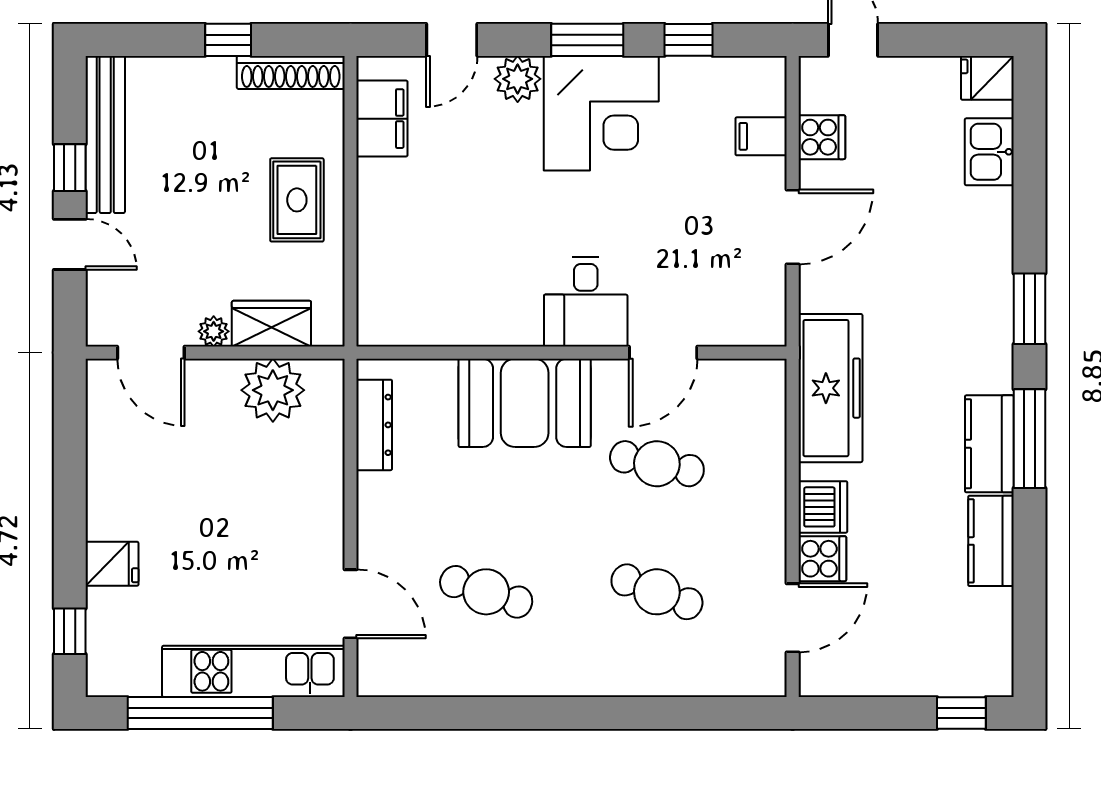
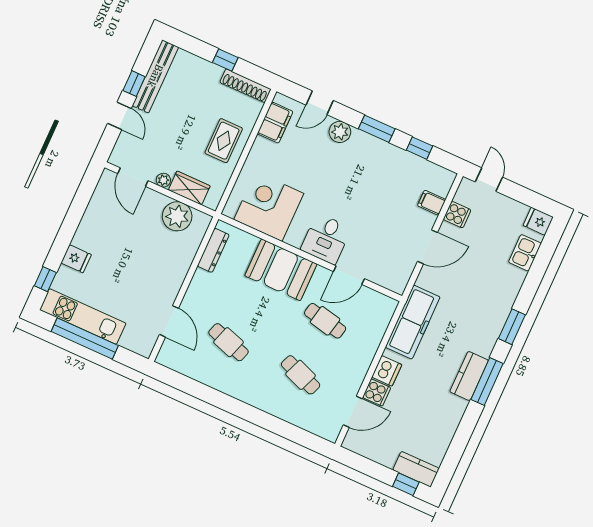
corner desk: (601, 113) -> (269, 206), moved, turned 180
kitchen counter: (991, 541) -> (416, 469), moved, turned 90
kitchen unit: (253, 671) -> (83, 317), moved

